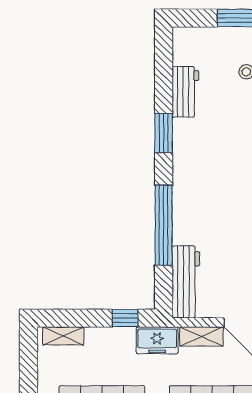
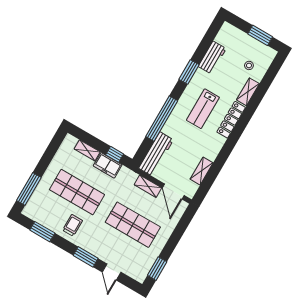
lab bench: (216, 175) -> (203, 109), added
shelving: (63, 336) -> (87, 150), moved
freezer: (157, 340) -> (108, 165), moved

